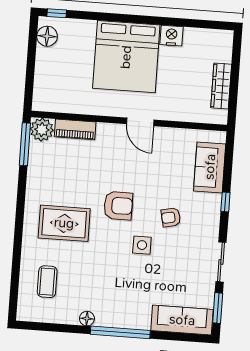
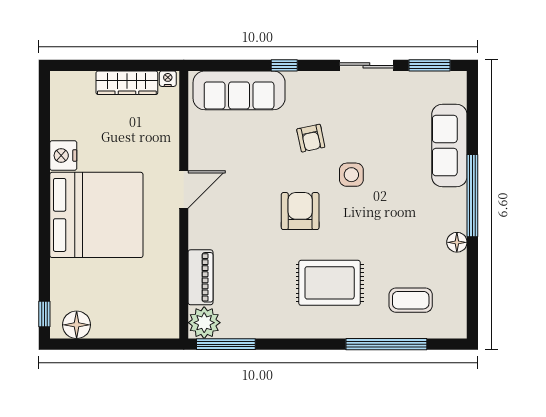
nightstand: (222, 116) -> (168, 79), added
sofa: (210, 167) -> (239, 90), width x1.36
rug: (64, 223) -> (330, 283), turned 90
window: (16, 262) -> (386, 344), added
sofa: (182, 320) -> (449, 146), moved

